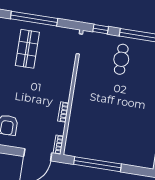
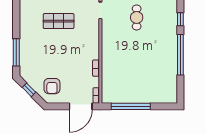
shop shelf: (27, 49) -> (59, 21), turned 90

